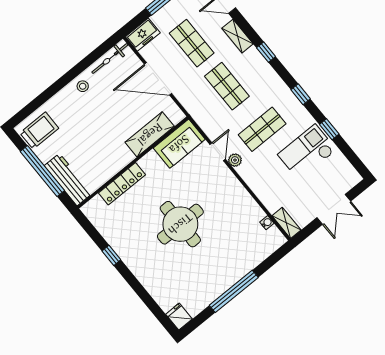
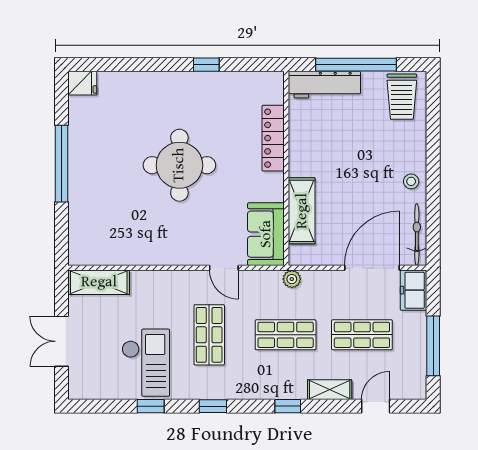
door: (158, 79) -> (372, 268), moved
plant: (235, 160) -> (292, 279), moved
water cooler: (267, 223) -> (106, 259), removed
shelving: (286, 223) -> (99, 282), width x1.50, depth x1.33

